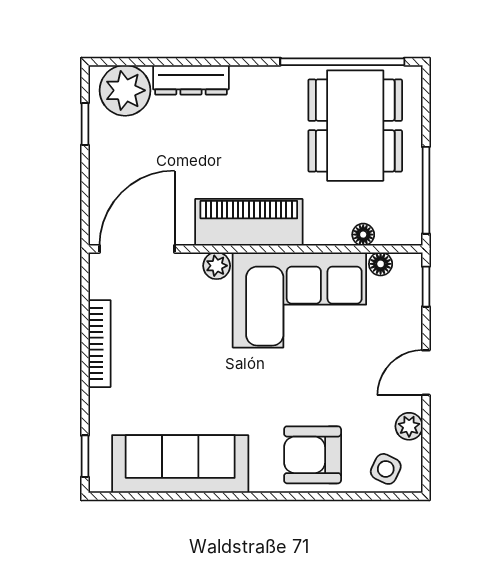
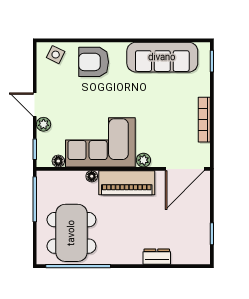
dresser: (191, 80) -> (157, 257), width x0.70
plant: (125, 90) -> (191, 251), removed
floor lamp: (363, 235) -> (92, 176), moved
door: (426, 373) -> (35, 105), swing flipped
plant: (409, 426) -> (44, 124), moved
armchair: (313, 455) -> (94, 62), turned 180

